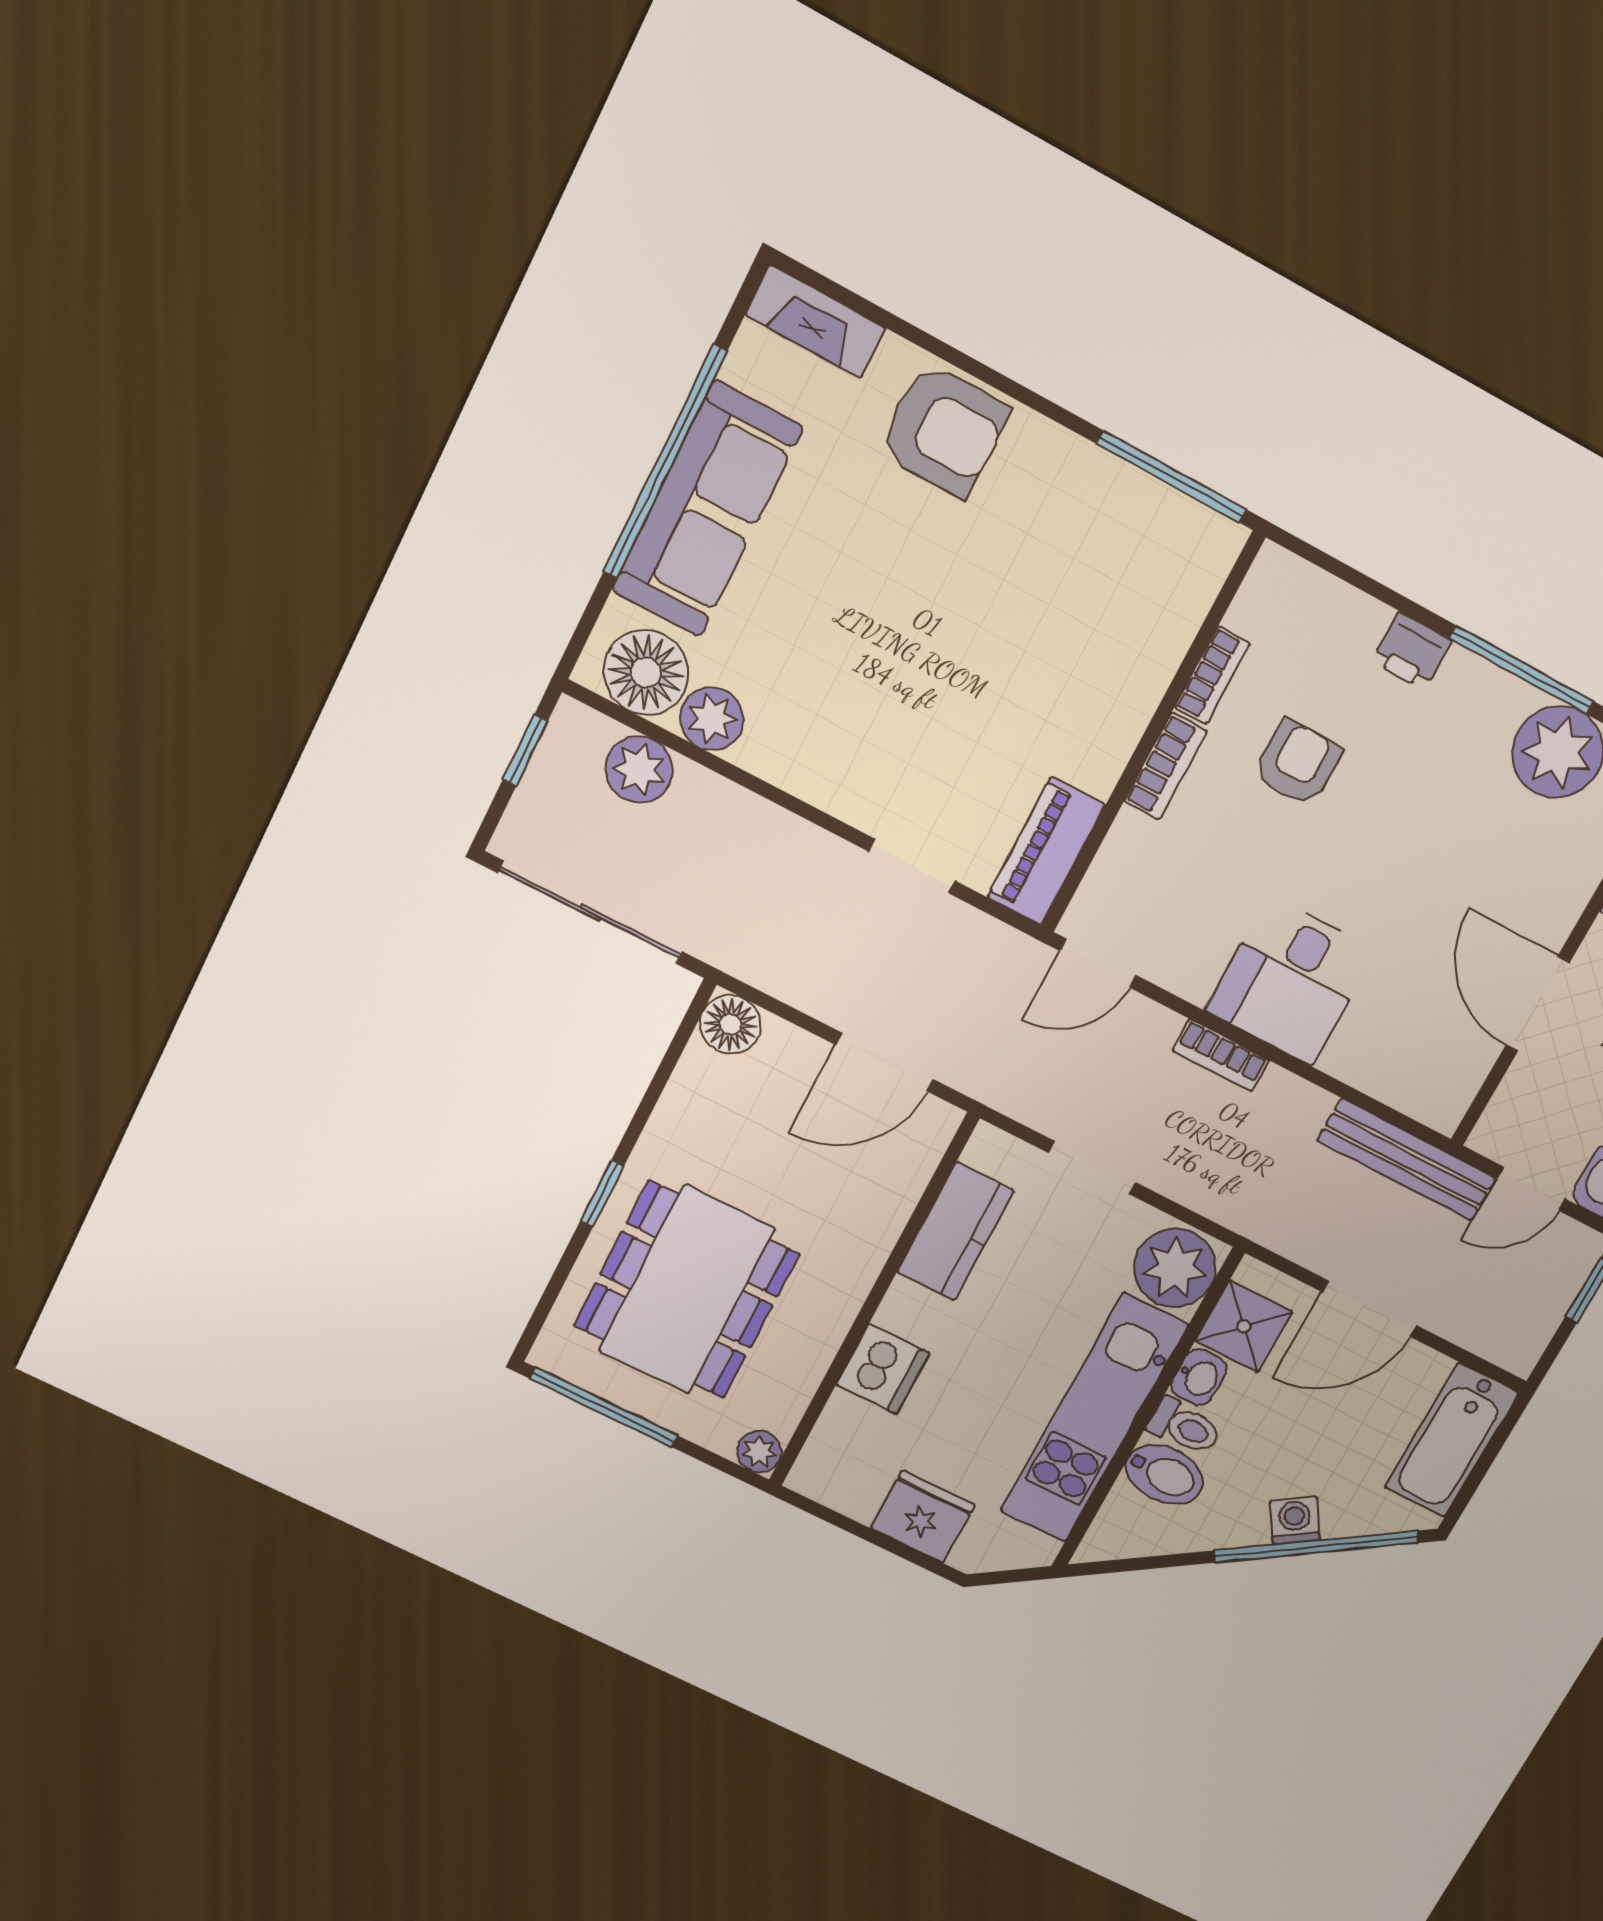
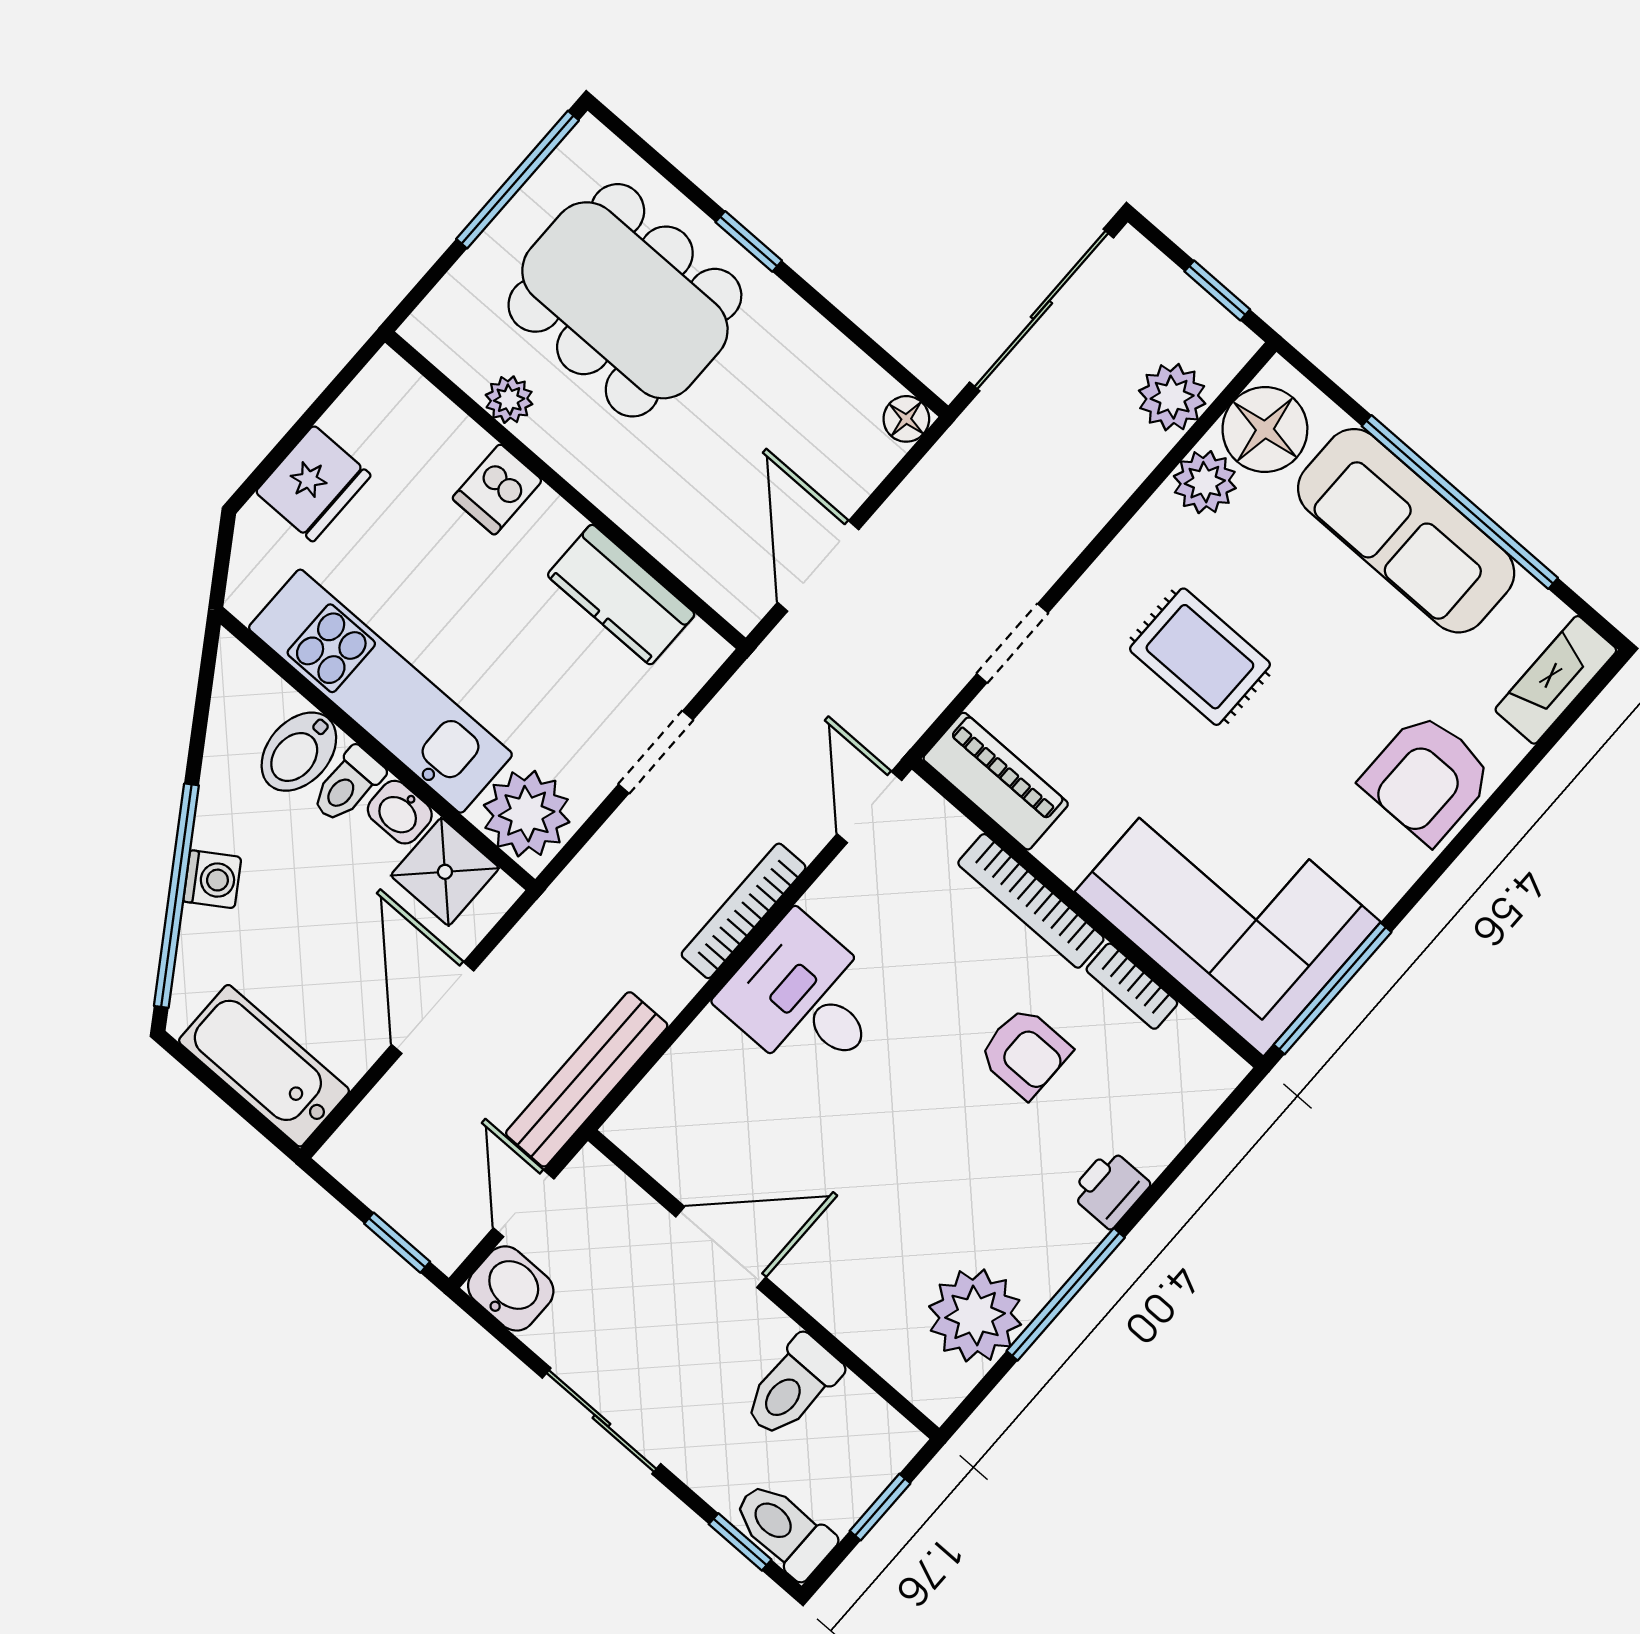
corner sofa: (1115, 600) -> (1228, 907), added
rug: (880, 684) -> (1200, 657), added
bookcase: (1166, 766) -> (1031, 901), width x1.56
floor lamp: (731, 1024) -> (906, 419), width x0.73, depth x0.73
bookcase: (1221, 1055) -> (744, 911), width x1.56
dishwasher: (883, 1369) -> (497, 489), width x0.73
plant: (759, 1452) -> (509, 400), moved

